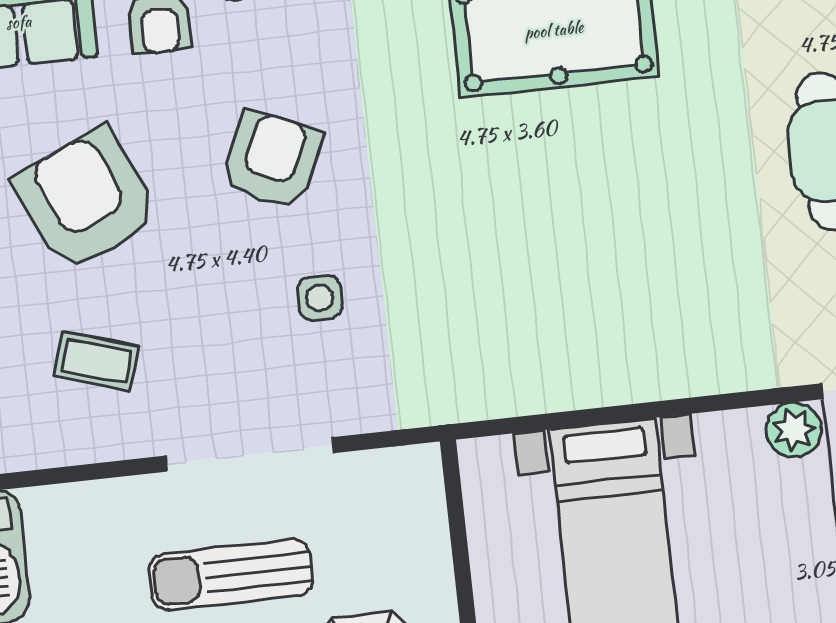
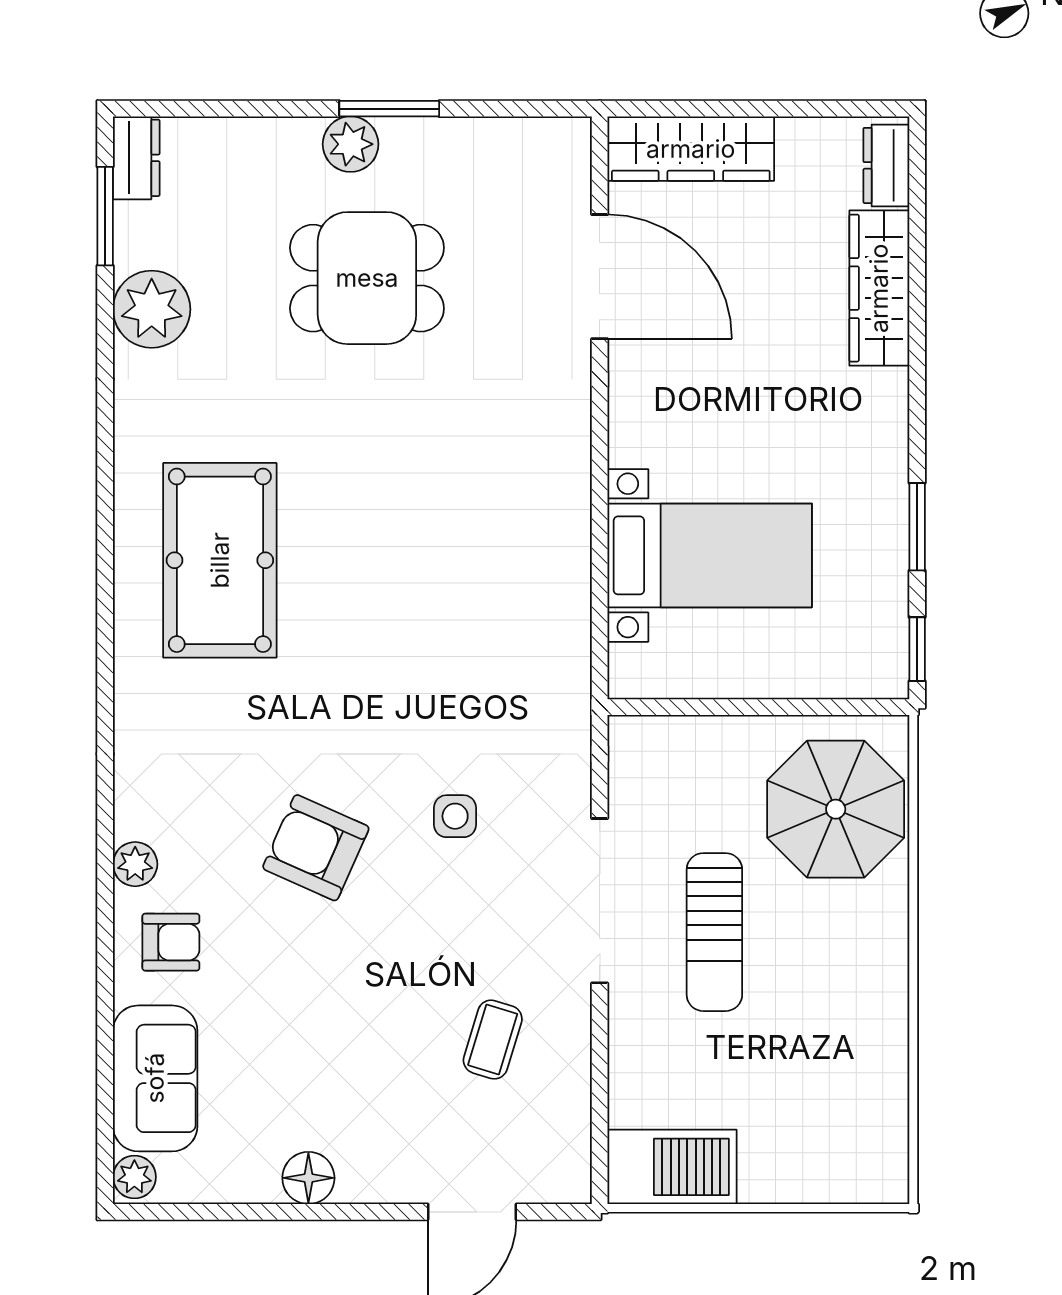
armchair: (86, 200) -> (335, 1032), removed
plant: (794, 430) -> (634, 370), removed

